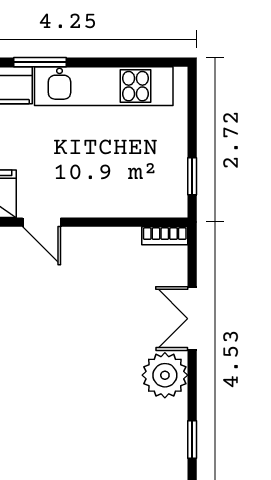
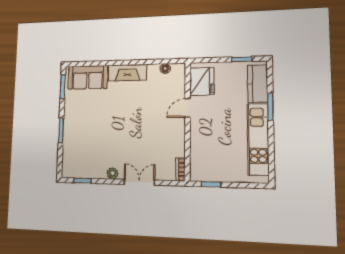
plant: (165, 375) -> (112, 173), width x0.53, depth x0.53

